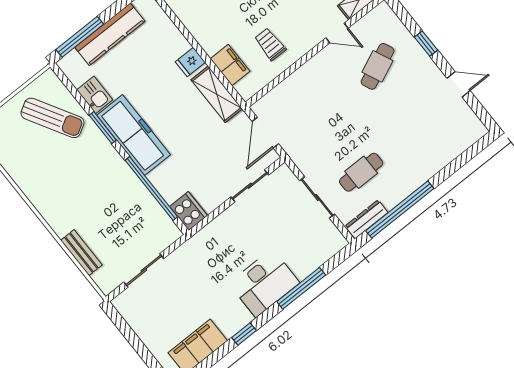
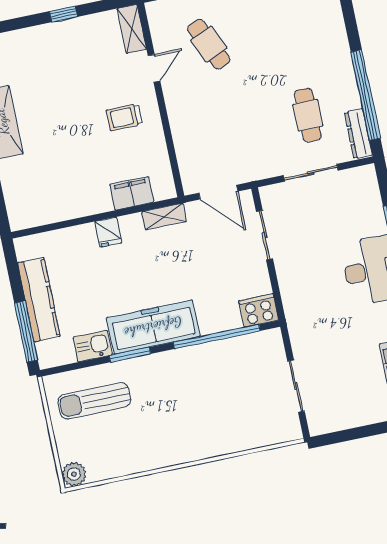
trolley: (270, 44) -> (124, 117), moved
shelving: (217, 94) -> (164, 216), width x0.67, depth x0.75
sun lounger: (52, 118) -> (94, 401), turned -150
bench: (81, 253) -> (246, 440), removed

